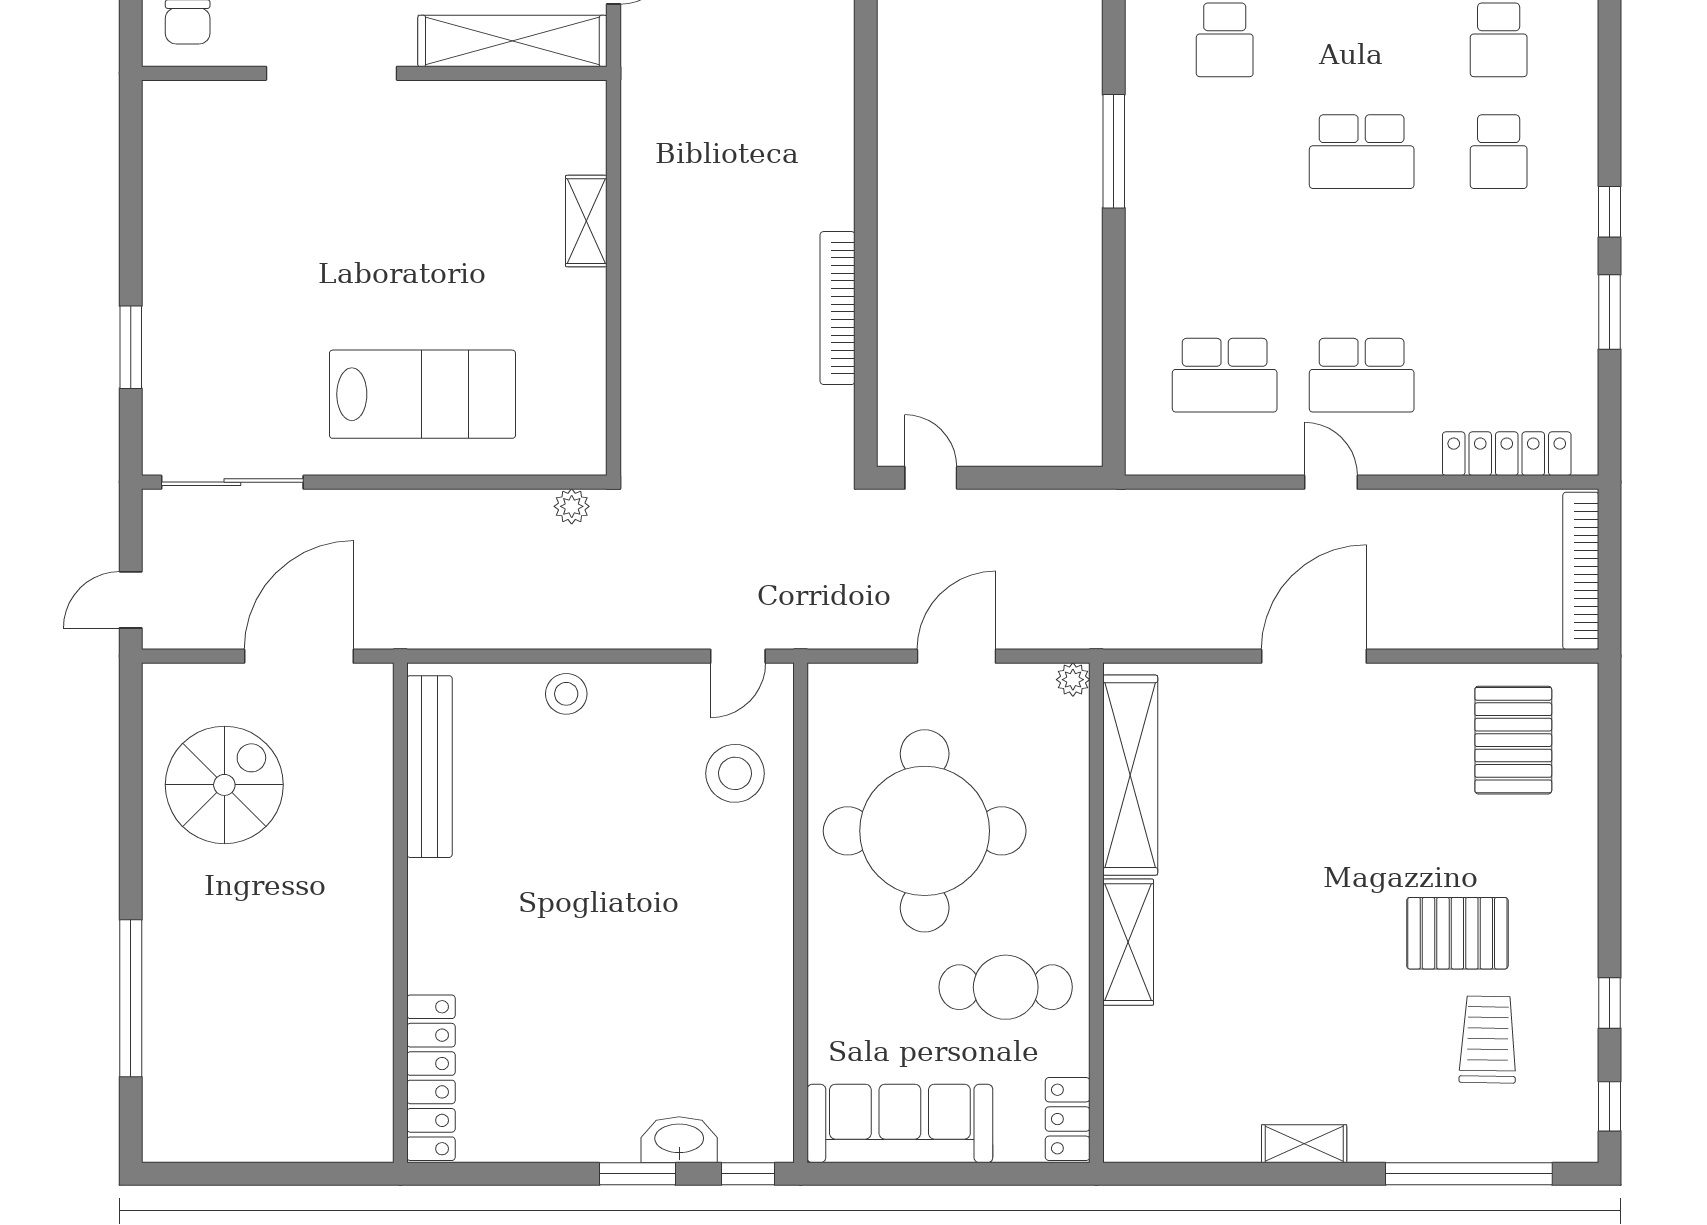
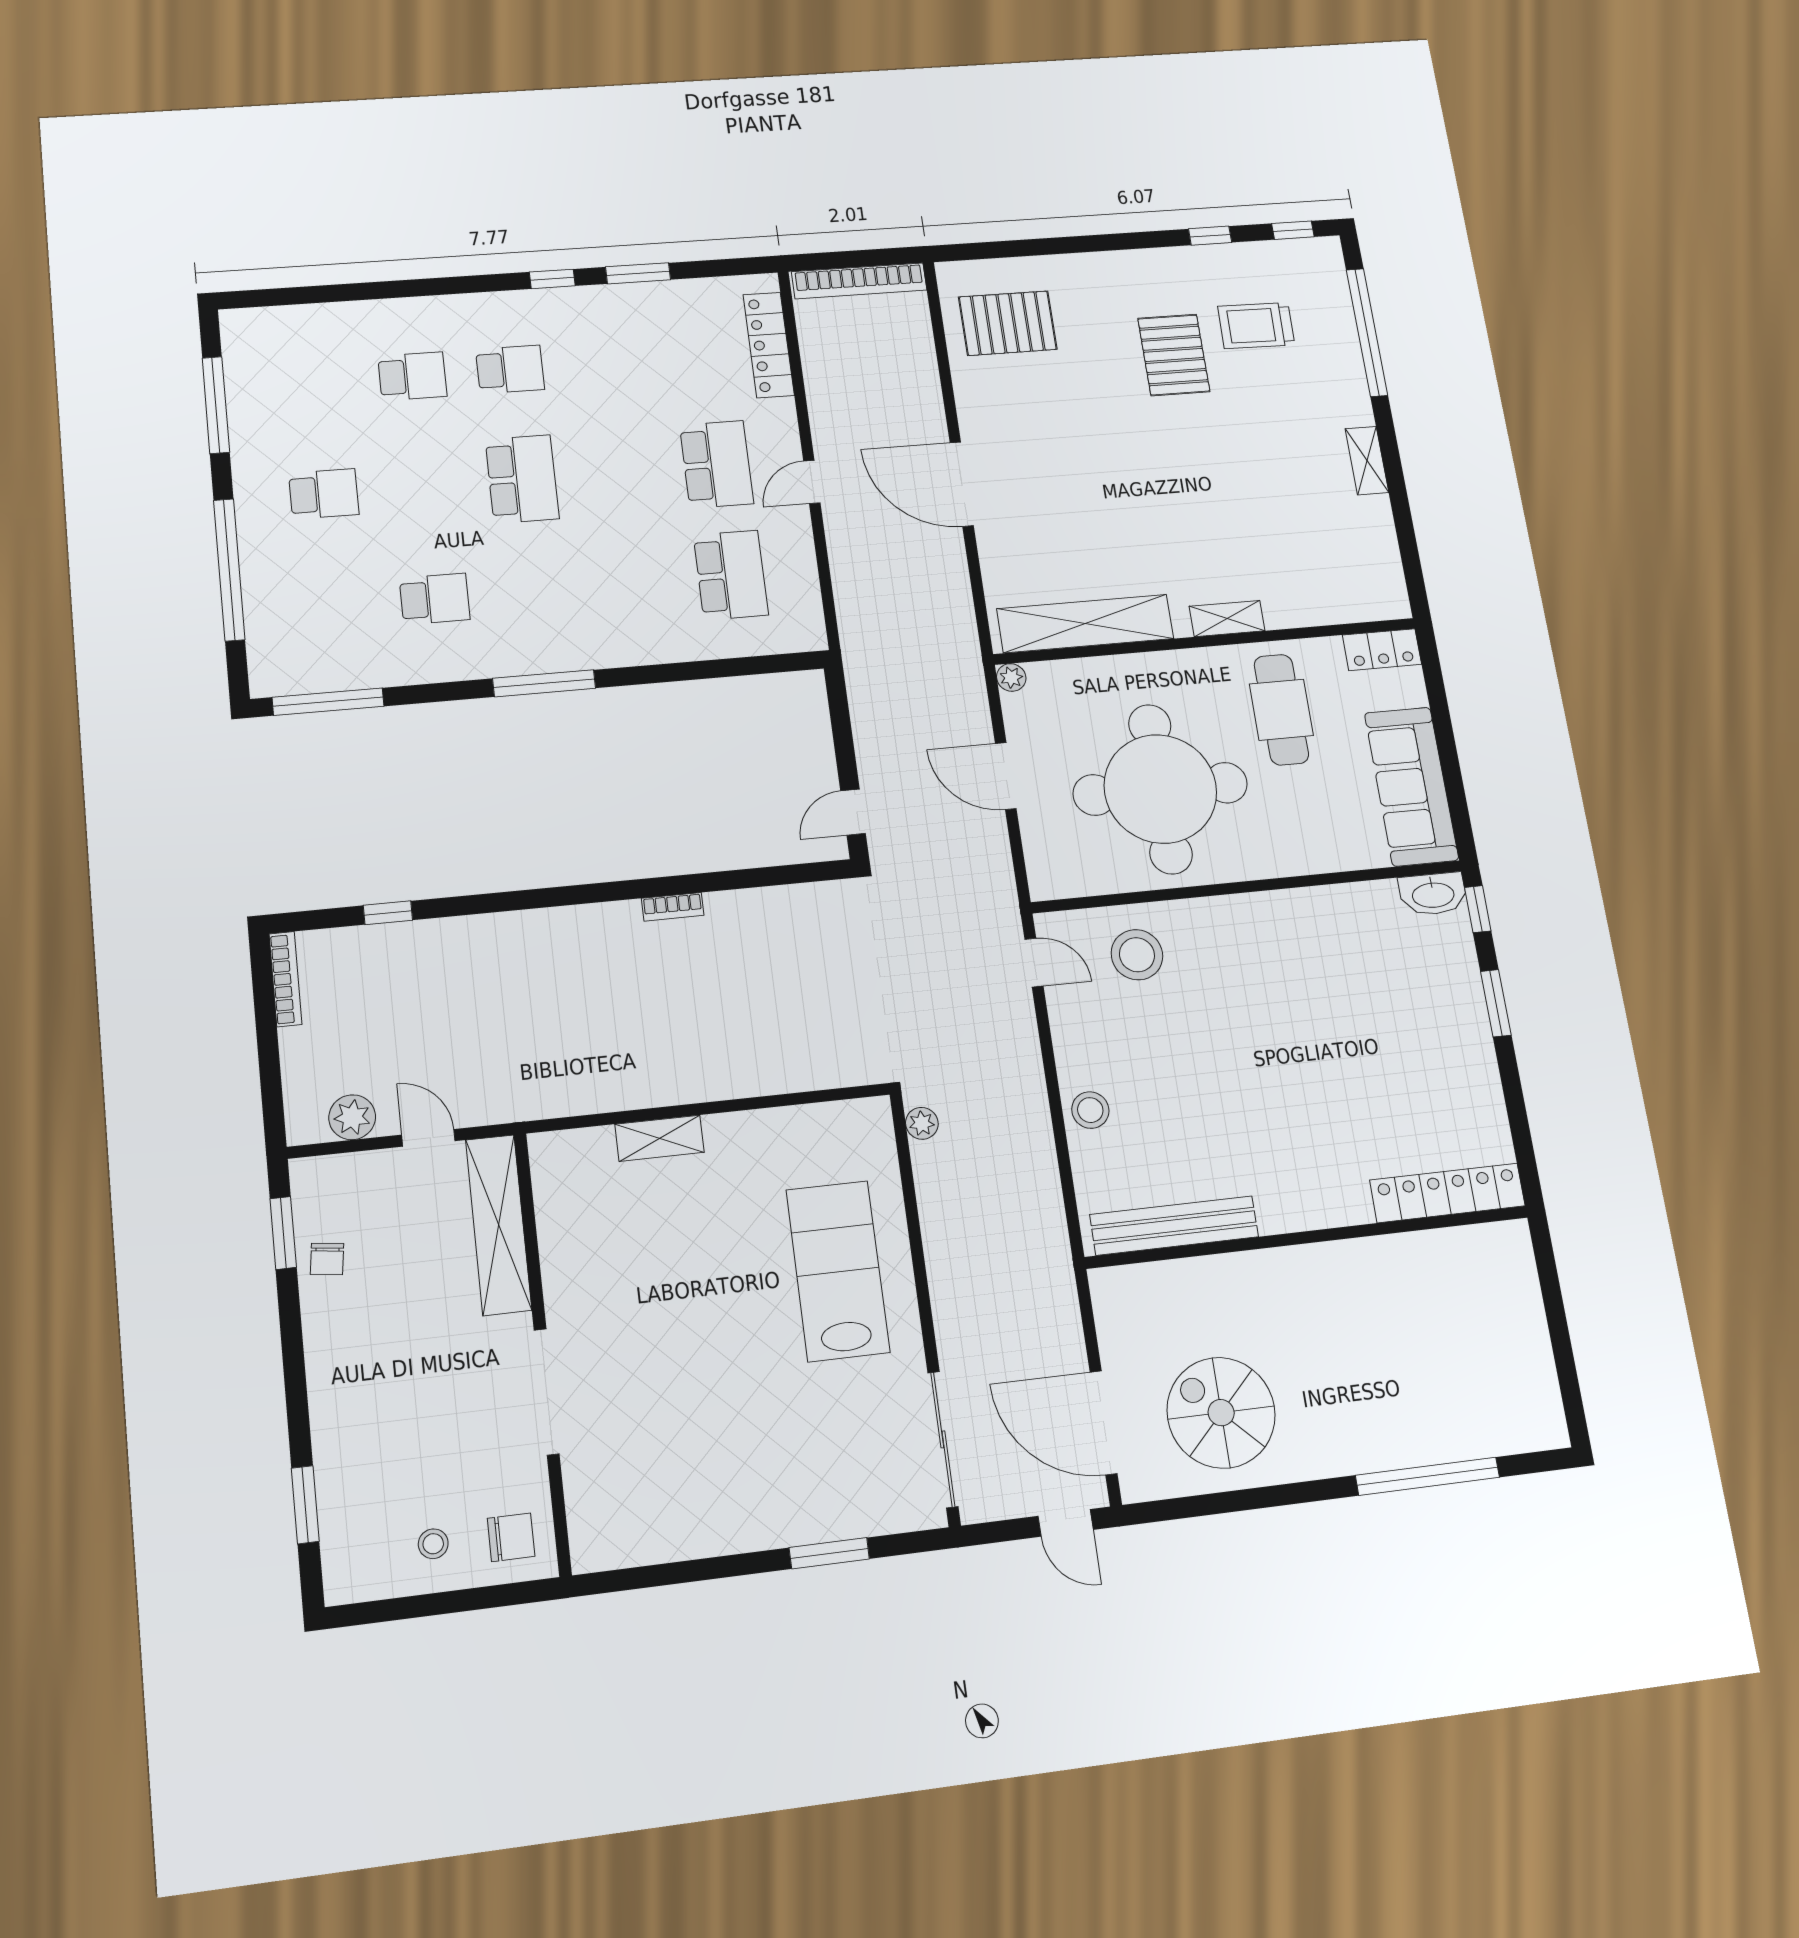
bookcase: (838, 308) -> (673, 907), width x0.43, depth x0.76
door: (299, 656) -> (1103, 1423), moved
shelving: (1128, 942) -> (1227, 619), width x0.67, depth x0.75
washbasin: (679, 1140) -> (1433, 894), moved, turned -90

